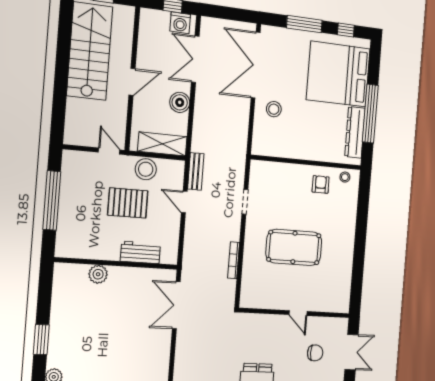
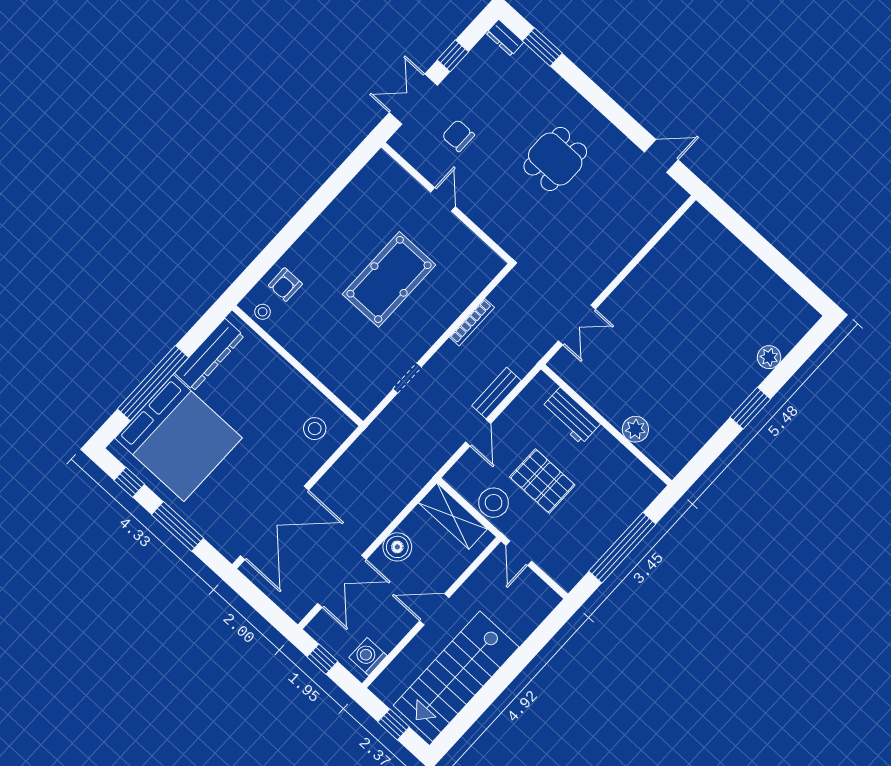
washing machine: (180, 23) -> (368, 657), moved, turned -90
stool: (274, 109) -> (315, 429), moved
window: (370, 114) -> (153, 383), moved
bench: (196, 171) -> (496, 393), moved
armchair: (321, 184) -> (285, 285), moved
pool table: (294, 247) -> (389, 279), turned 90
double door: (176, 305) -> (577, 325), width x0.73

